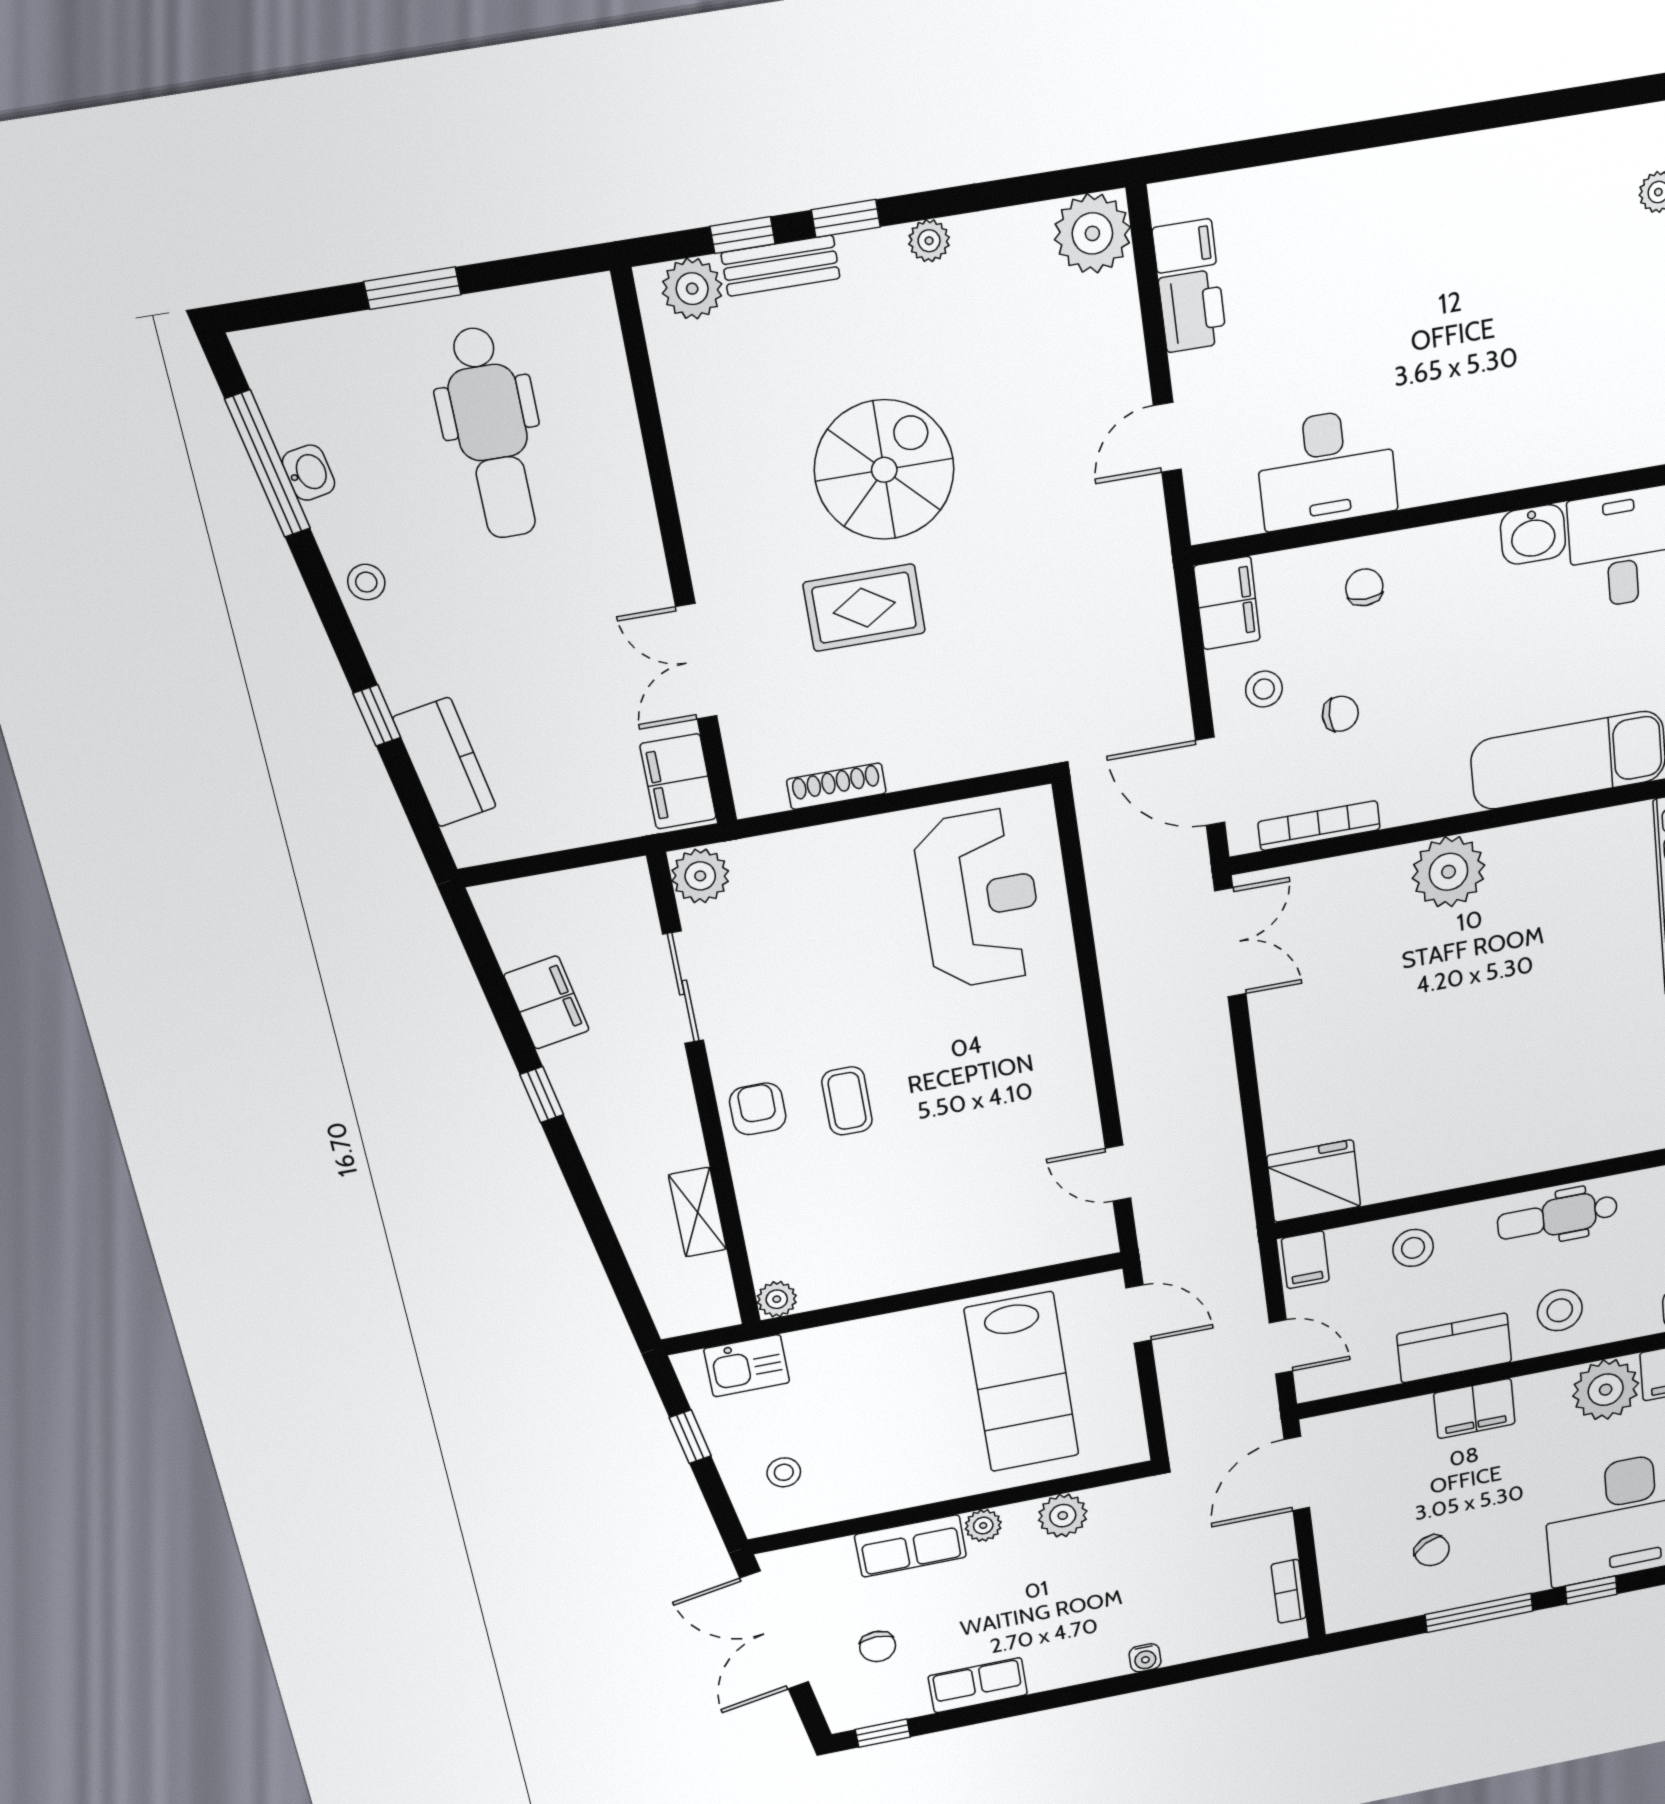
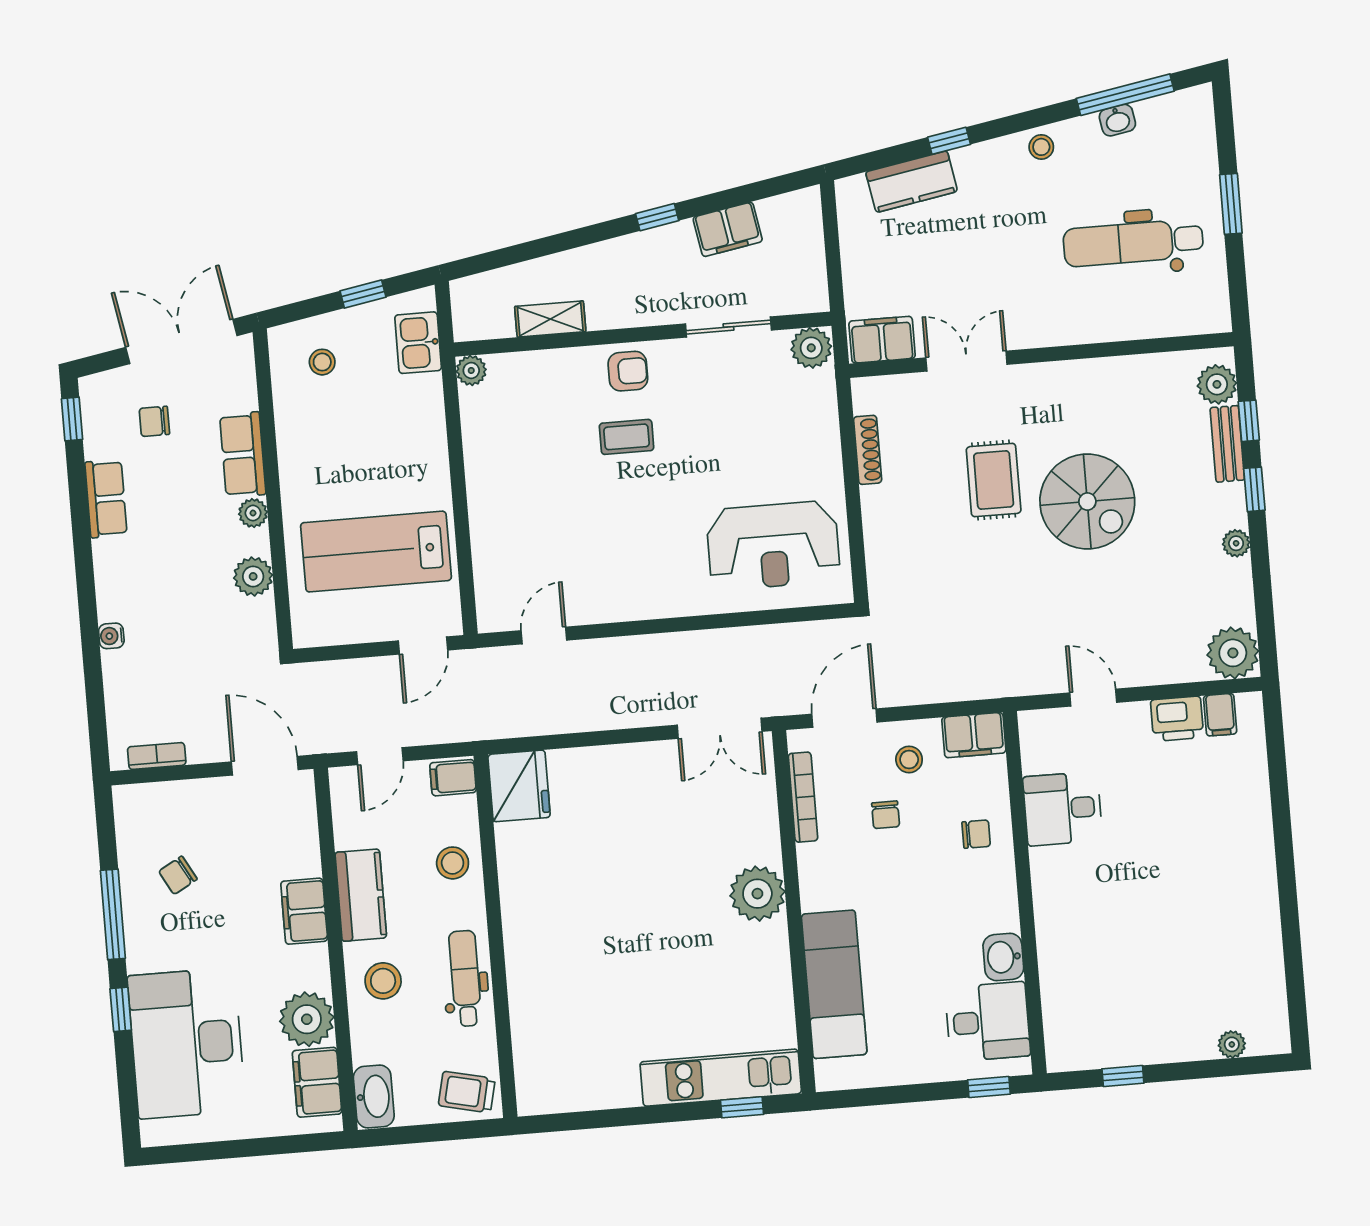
desk: (1326, 468) -> (1063, 809), width x0.73

